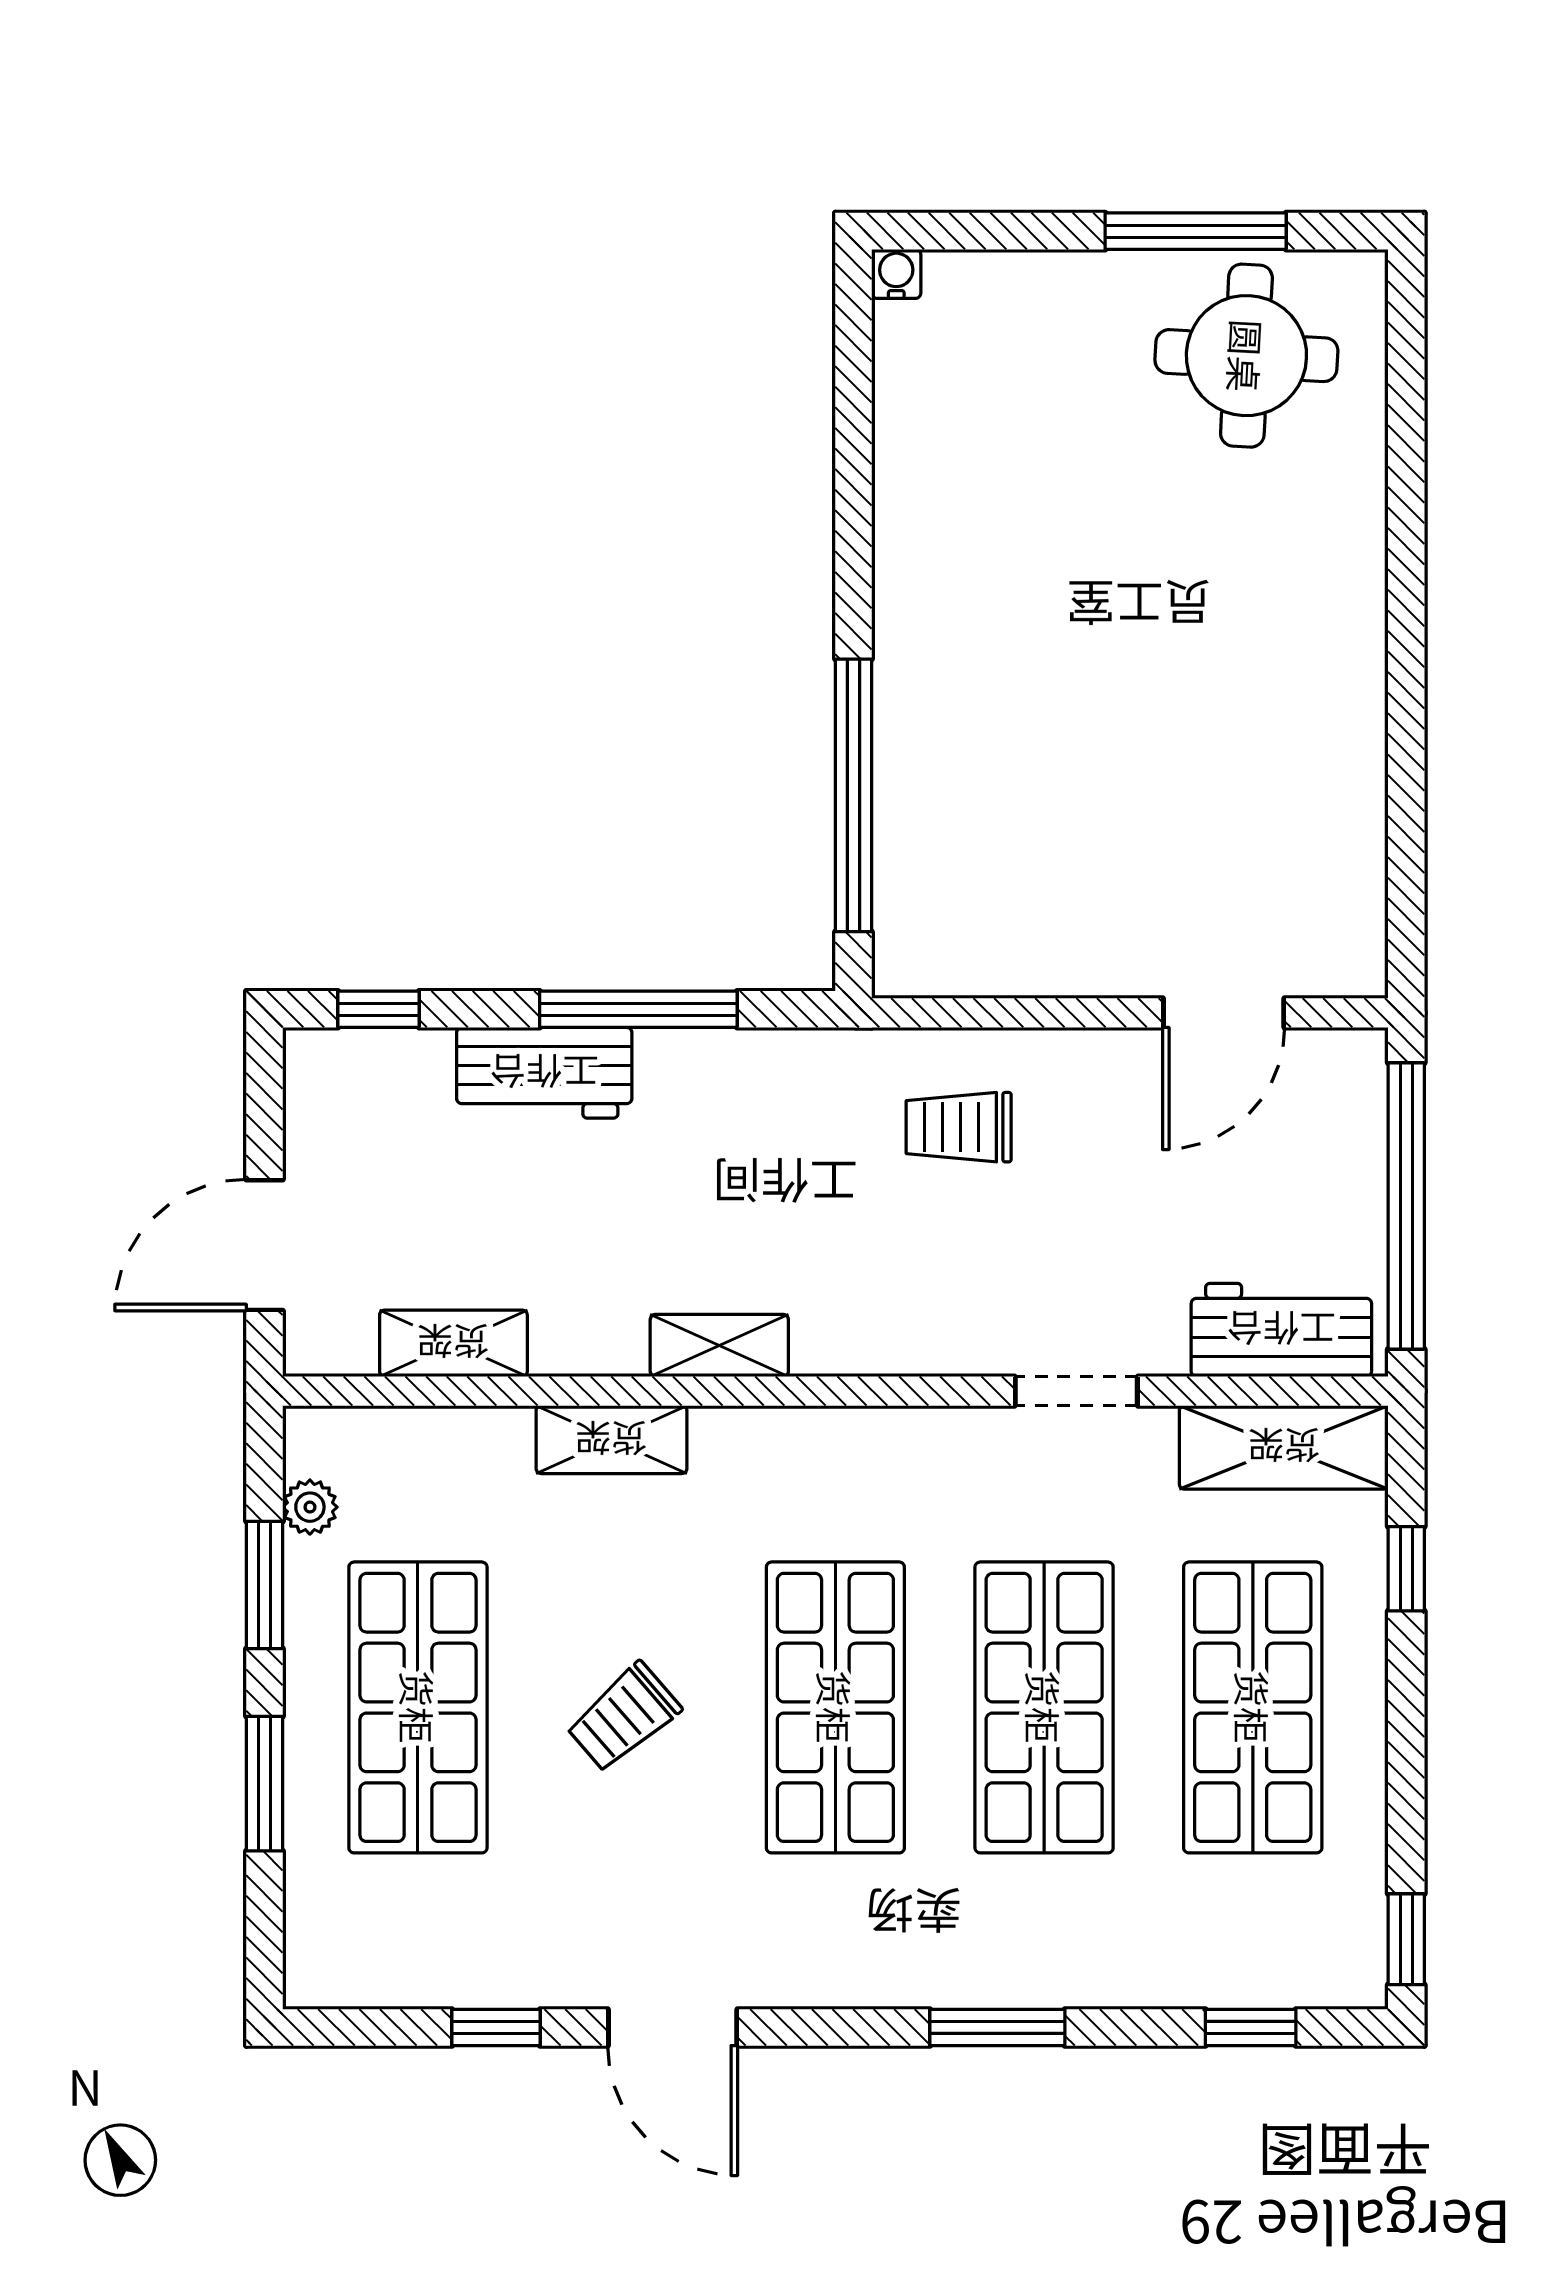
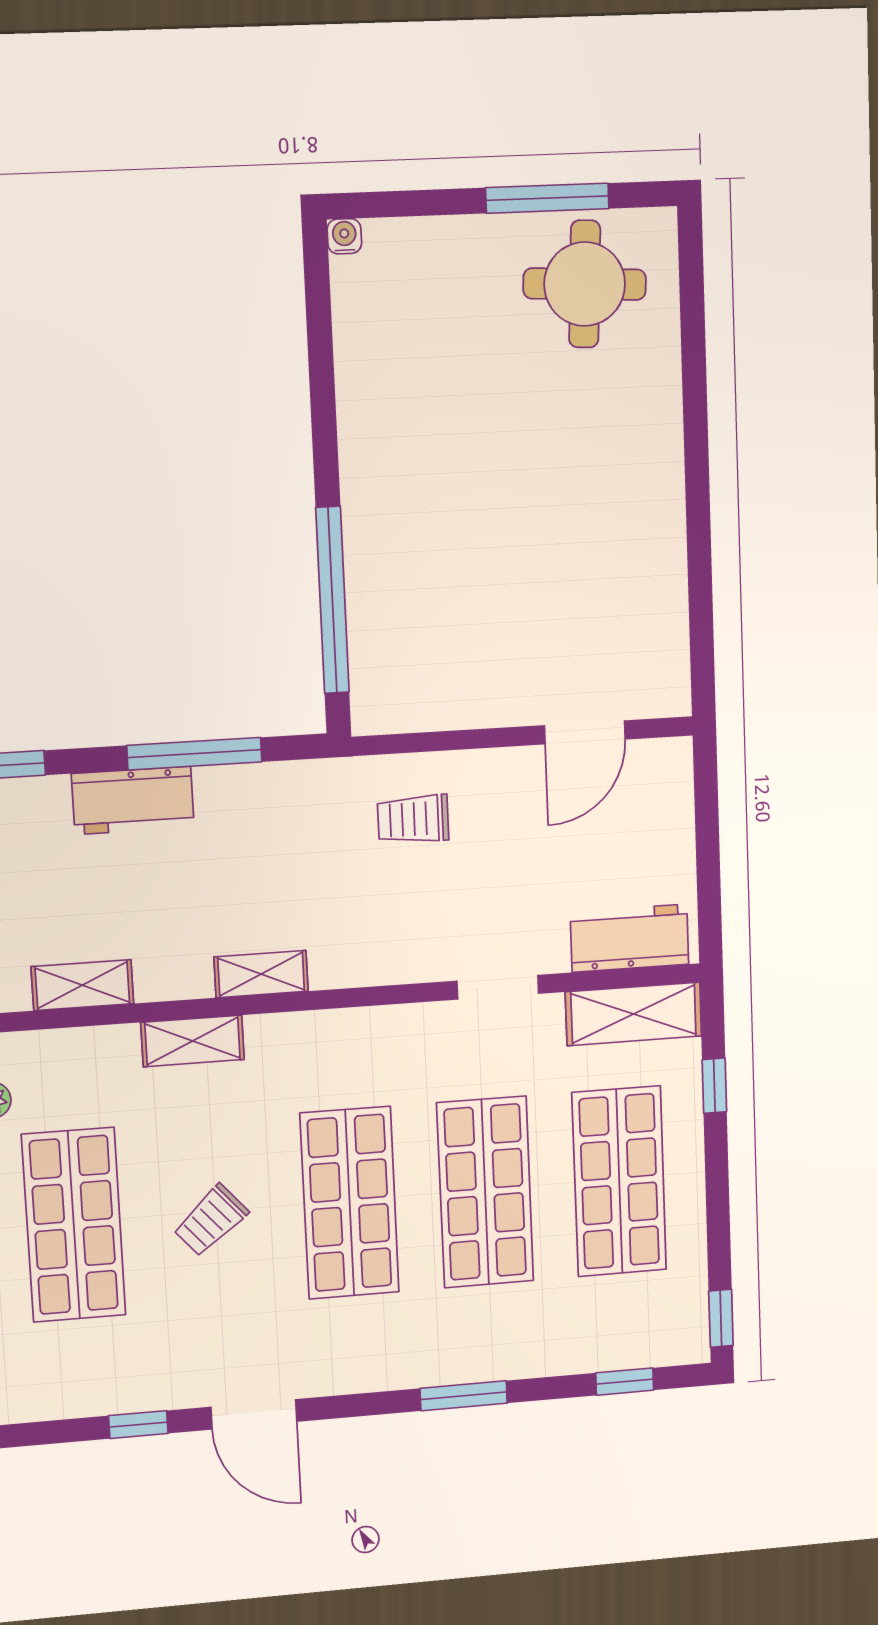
window: (1406, 1206) -> (708, 852), removed

